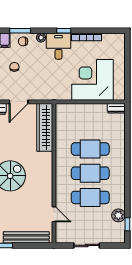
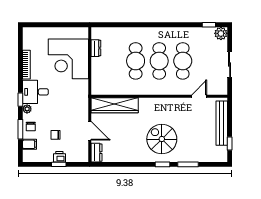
window: (64, 31) -> (20, 100), moved
dresser: (116, 108) -> (96, 48), moved
plant: (118, 215) -> (221, 33), moved

